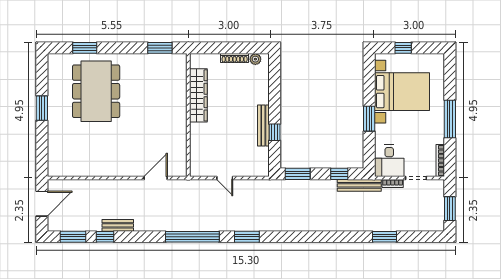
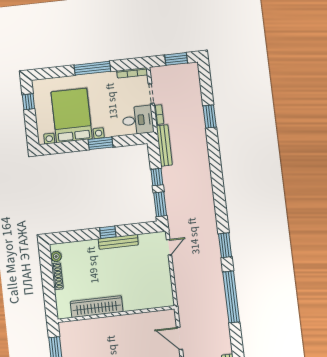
window: (403, 48) -> (28, 102), moved
window: (275, 132) -> (108, 232), moved
window: (339, 174) -> (157, 177), moved
door: (225, 178) -> (169, 247), moved

